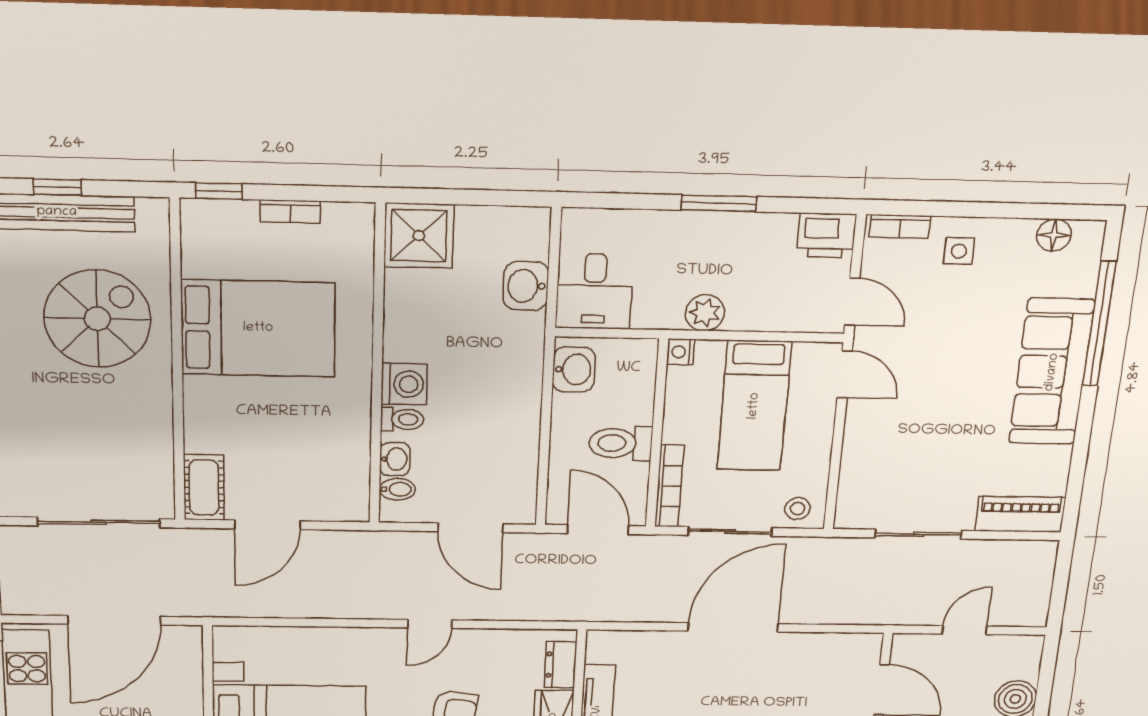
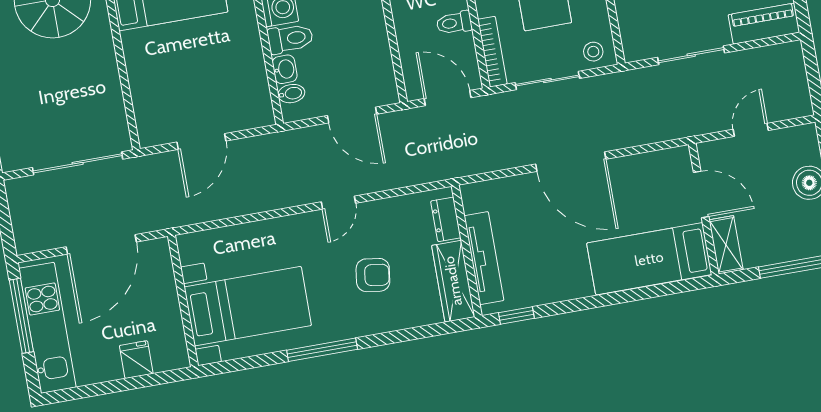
toilet: (402, 419) -> (290, 39), width x1.37, depth x1.39
toilet: (621, 443) -> (454, 23), width x0.73, depth x0.72
cot: (204, 487) -> (150, 120), removed
door: (733, 627) -> (571, 162), swing flipped

